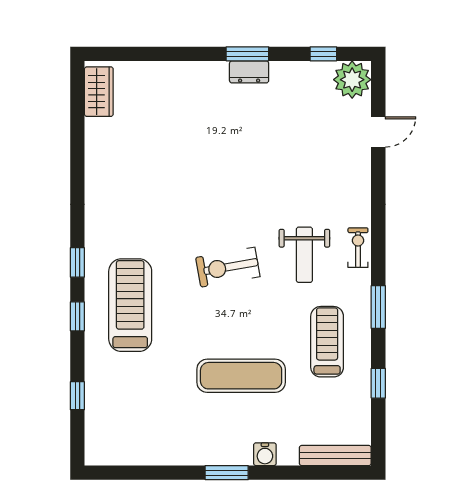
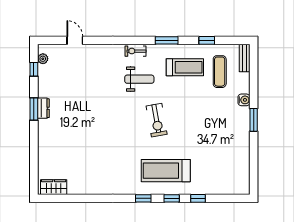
plant: (352, 80) -> (43, 59), width x0.53, depth x0.53
exercise bike: (228, 267) -> (157, 120), moved
treadmill: (327, 342) -> (185, 67), turned 180
exercise mat: (241, 376) -> (220, 72), moved, width x0.73, depth x0.69
window: (77, 396) -> (198, 198), moved
bench: (335, 456) -> (245, 58), width x0.73

